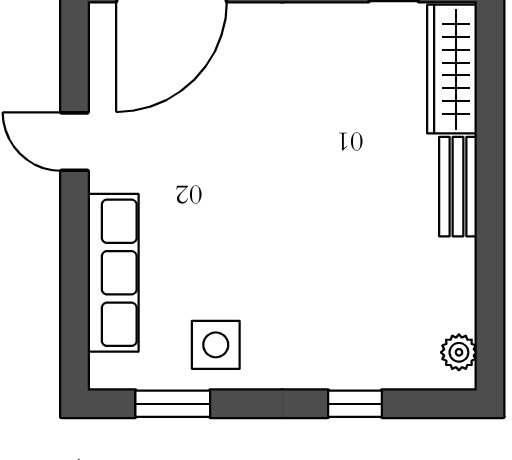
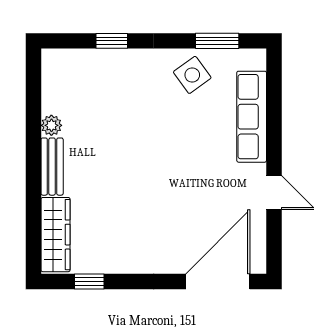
side table: (216, 345) -> (192, 75), turned -36
plant: (459, 352) -> (51, 125), moved

